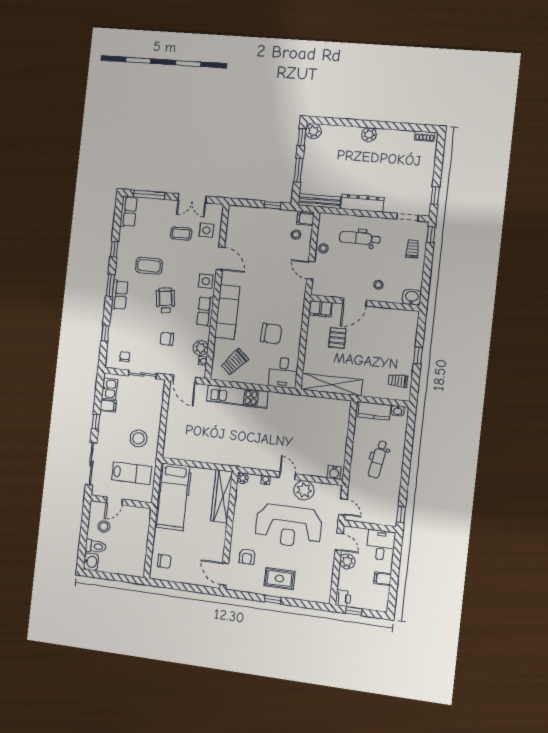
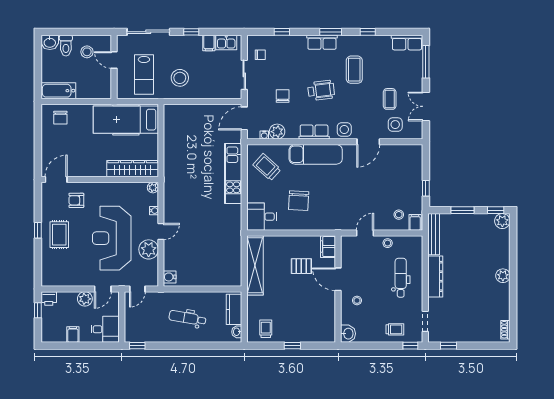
bathtub: (138, 560) -> (58, 91), added

